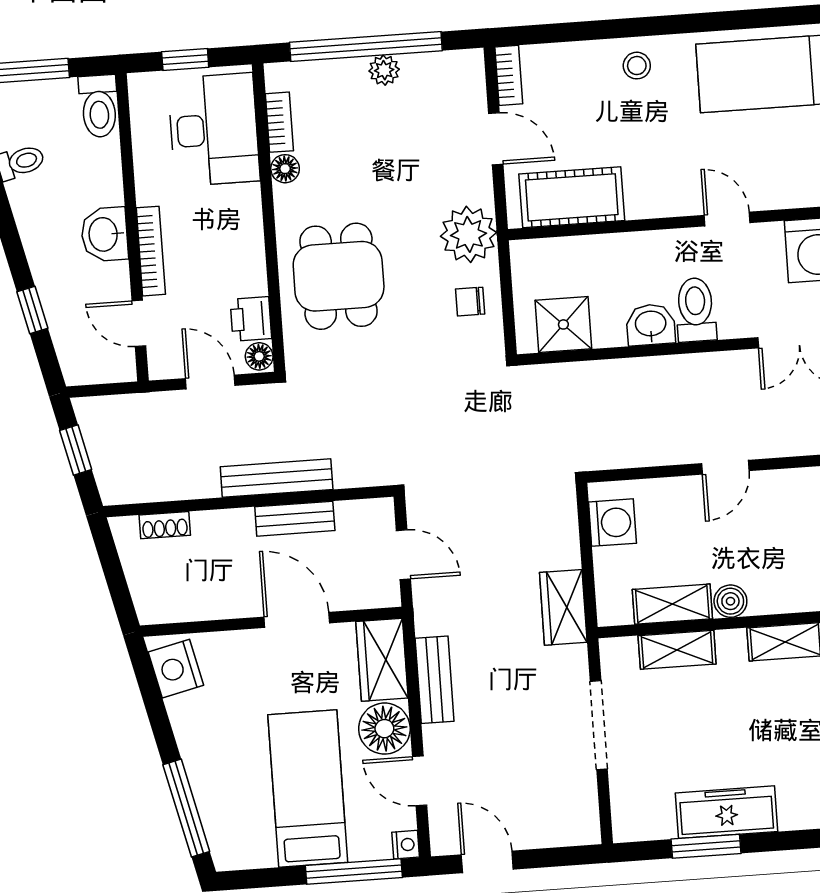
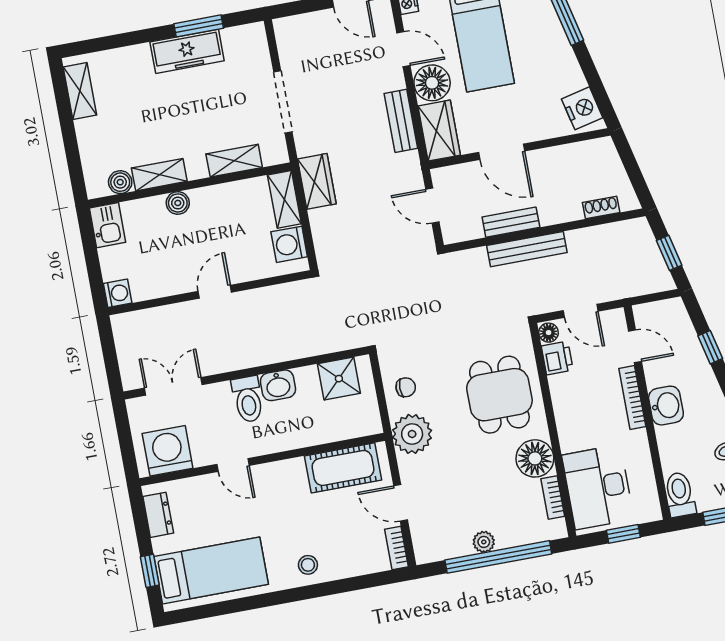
floor lamp: (285, 169) -> (535, 458), width x1.89, depth x1.89
boiler: (730, 601) -> (178, 203), moved
shelving: (672, 604) -> (284, 199), moved, turned 90

